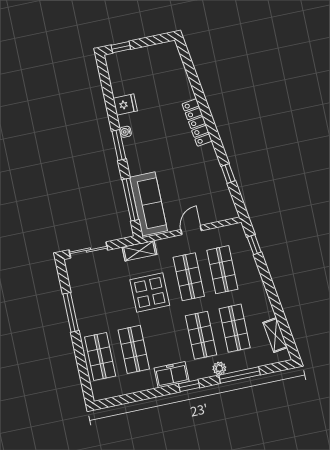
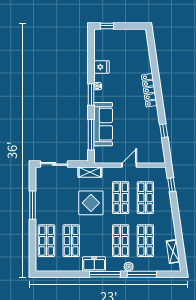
sofa: (148, 204) -> (103, 124), moved
window: (189, 386) -> (105, 274), width x2.17

